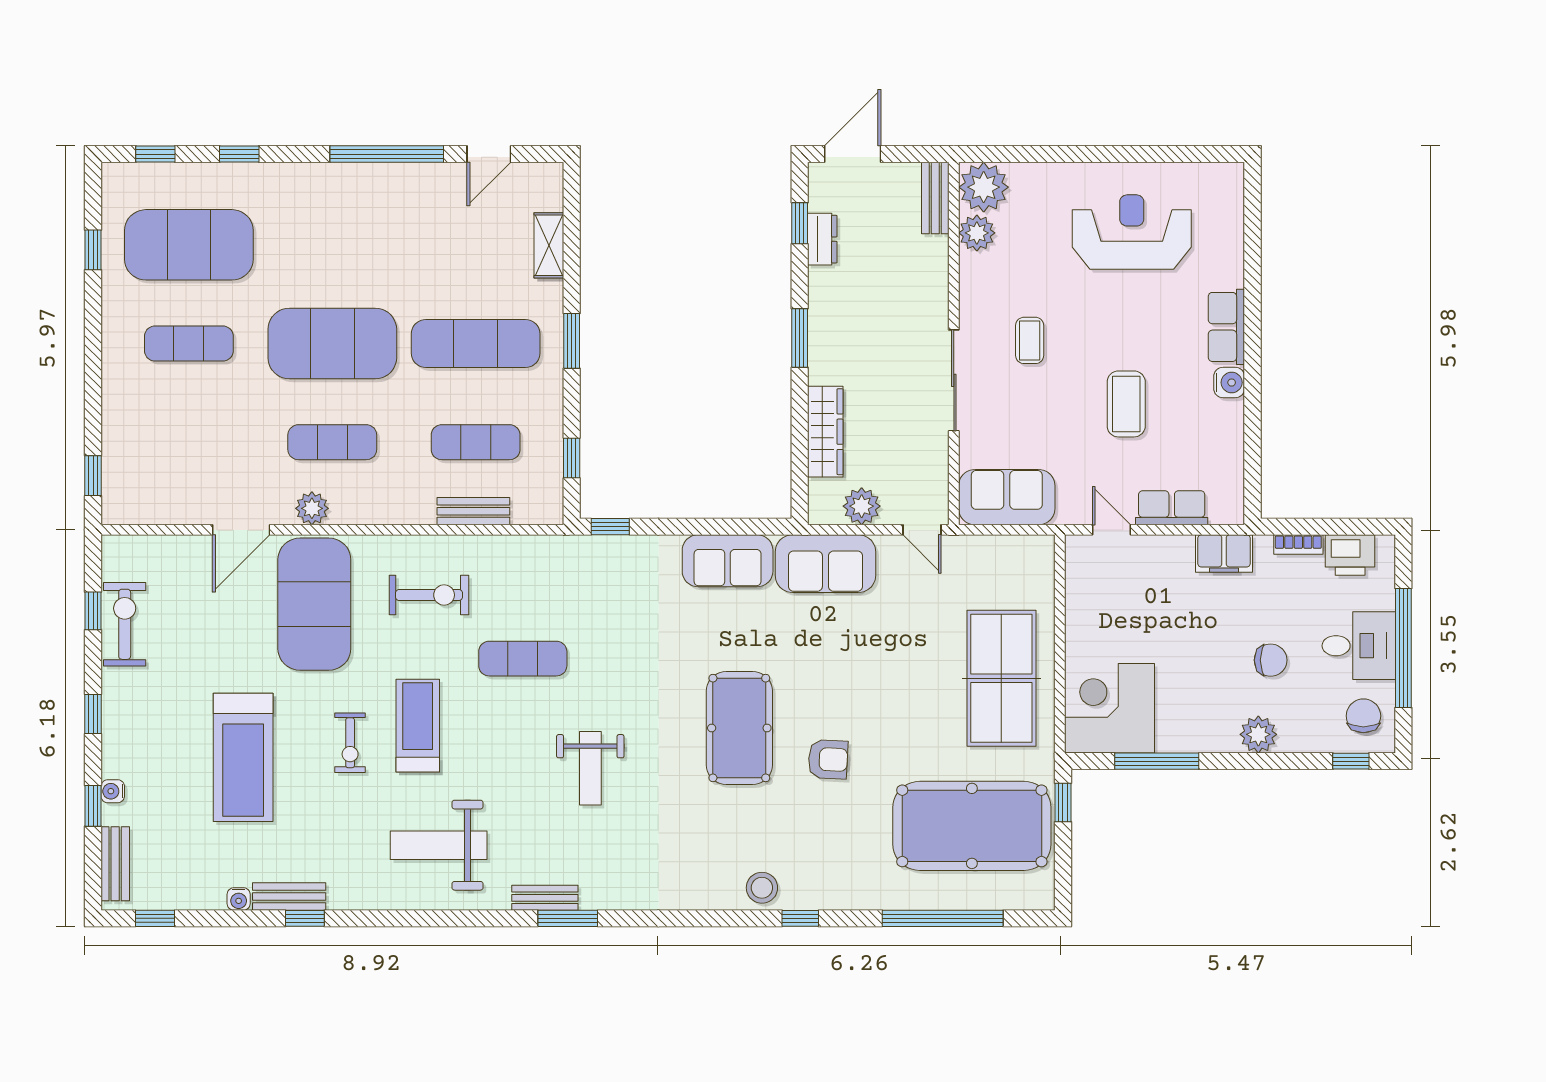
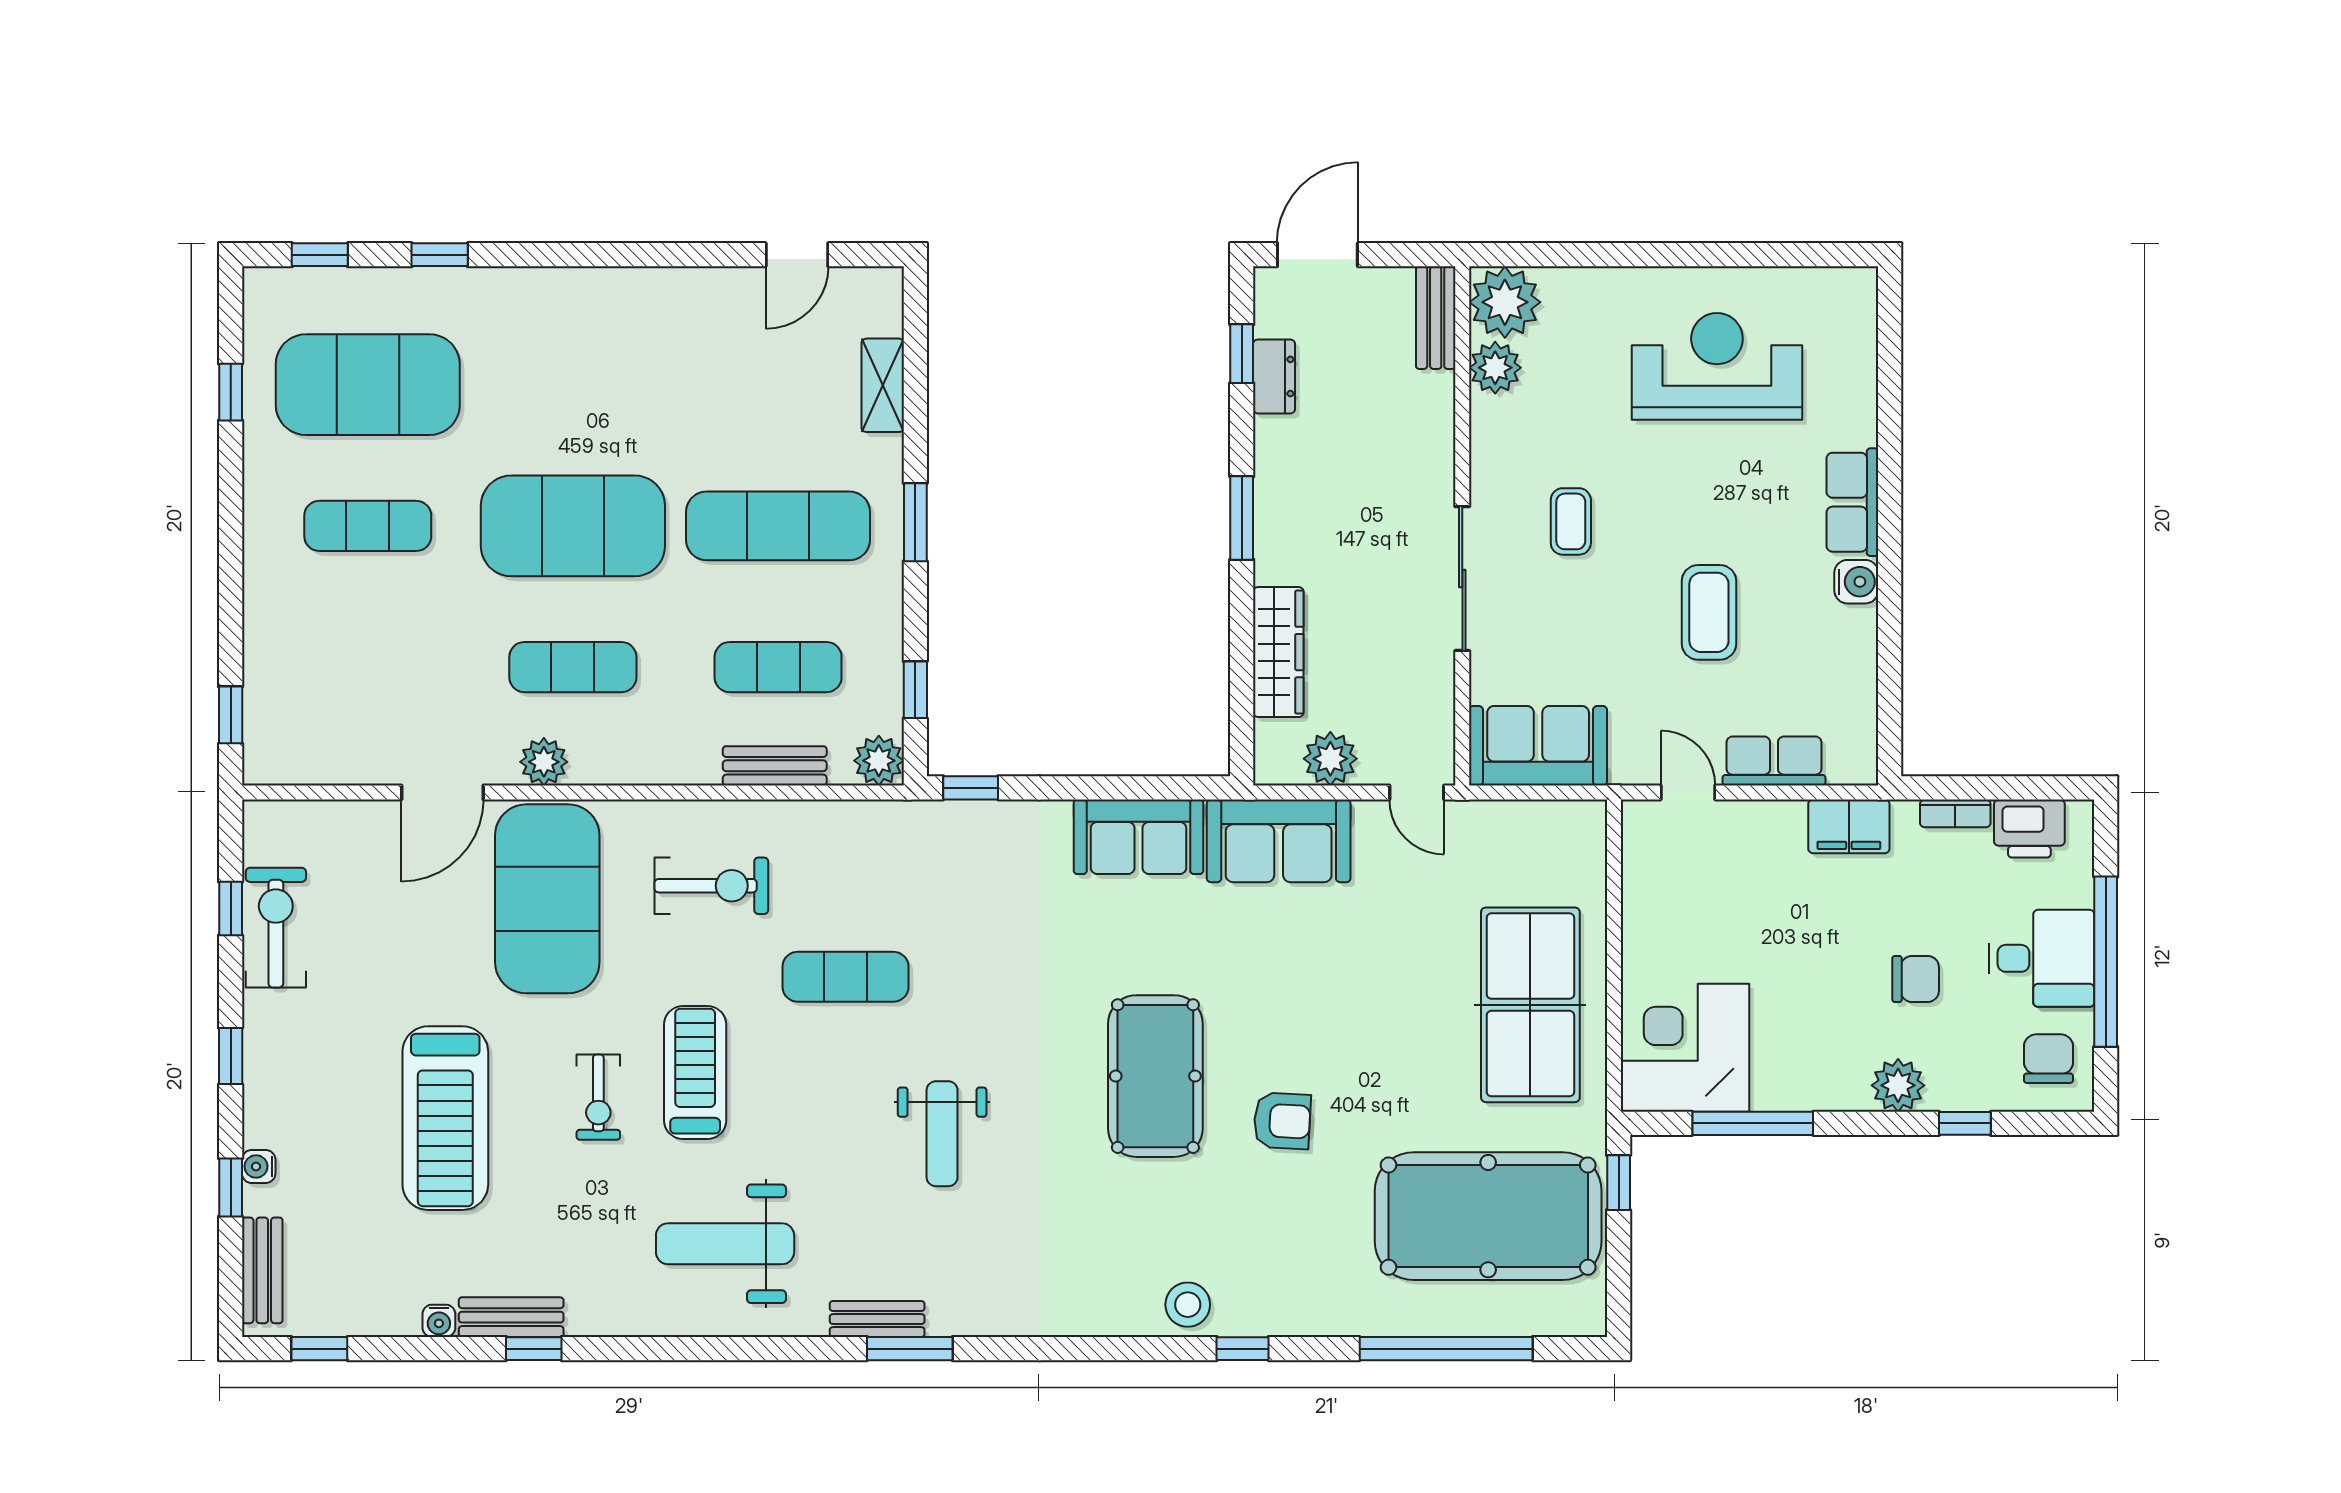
window: (387, 154) -> (651, 255), removed
plant: (546, 508) -> (879, 761), added
window: (1351, 761) -> (1965, 1123), moved

